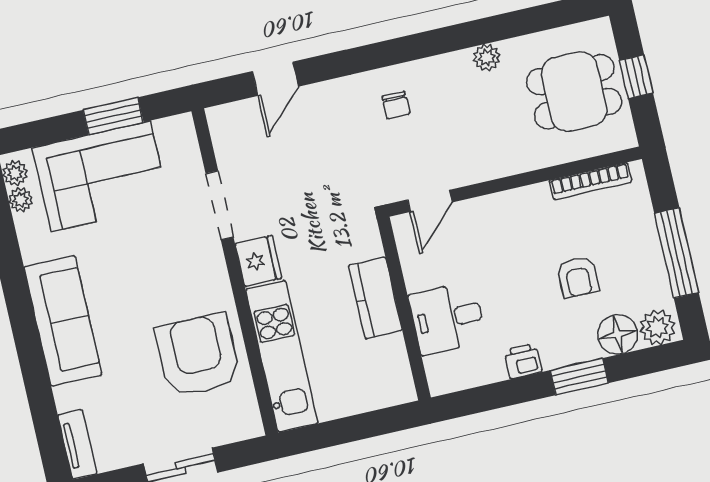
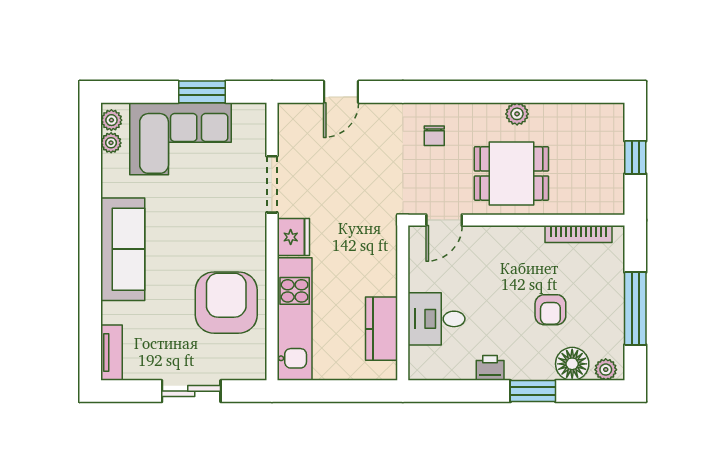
dining table: (574, 92) -> (511, 173), moved
kitchen counter: (375, 298) -> (382, 329), moved
plant: (657, 327) -> (606, 370), width x0.73, depth x0.73

